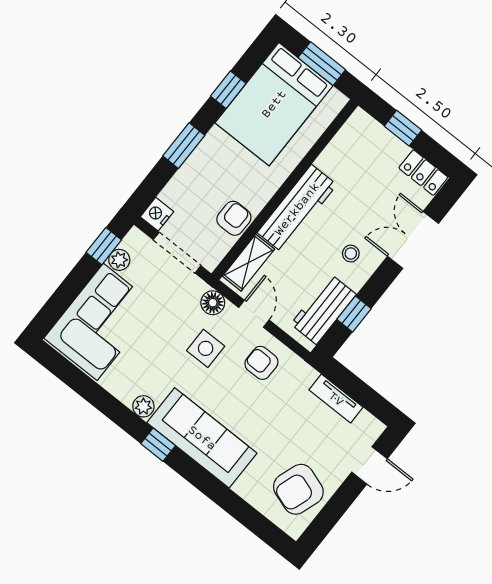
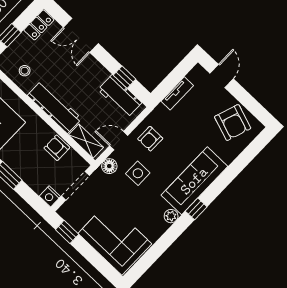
stool: (351, 254) -> (25, 71), moved
plant: (119, 260) -> (77, 223), removed

